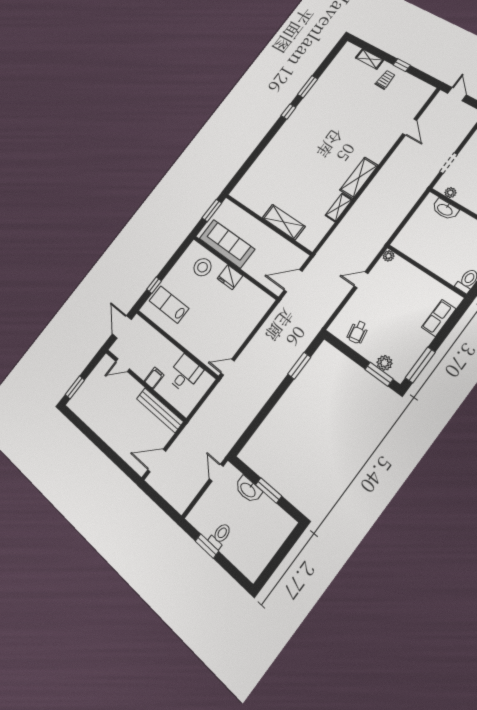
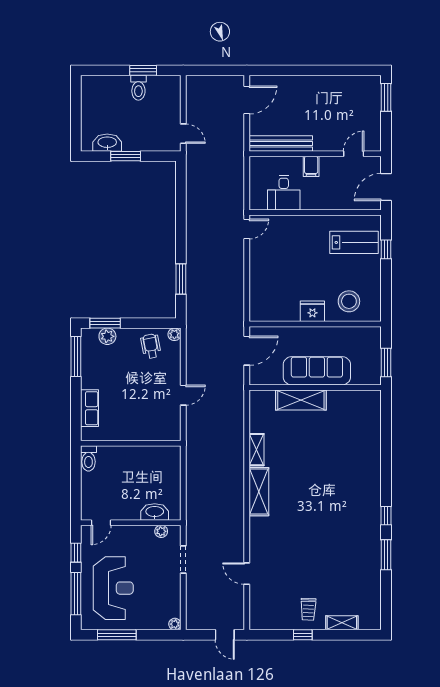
sofa: (227, 244) -> (317, 371), moved, turned 180
plant: (389, 256) -> (174, 334), moved
door: (122, 327) -> (386, 187), swing flipped
washbasin: (248, 490) -> (107, 143), moved

